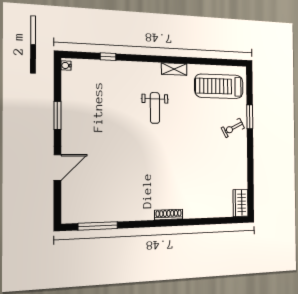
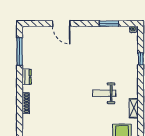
window: (57, 115) -> (109, 24), moved
dresser: (133, 215) -> (27, 77), added

